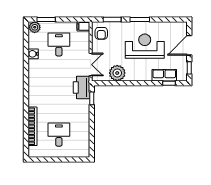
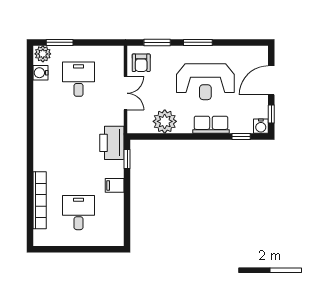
filing cabinet: (83, 26) -> (115, 185), moved
reception desk: (145, 46) -> (205, 82), turned 180
water cooler: (33, 54) -> (41, 73), moved
double door: (91, 65) -> (126, 93), moved
row of seats: (164, 75) -> (211, 125), moved
water cooler: (182, 76) -> (261, 126), added

